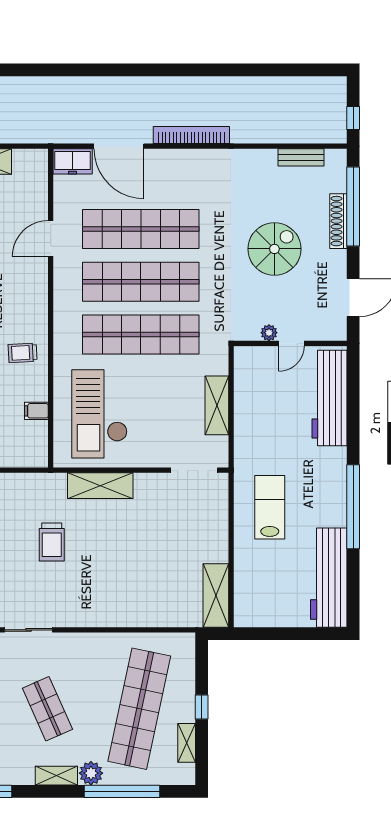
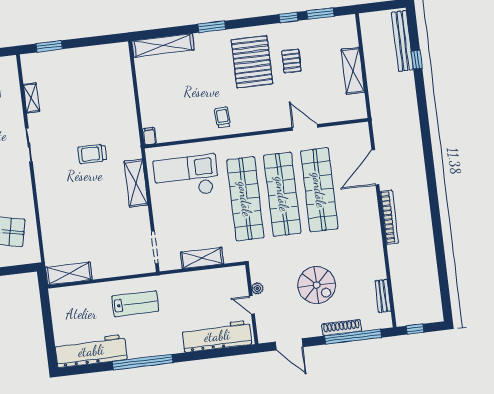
freezer: (73, 161) -> (361, 136), removed
filing cabinet: (36, 411) -> (149, 136), moved

